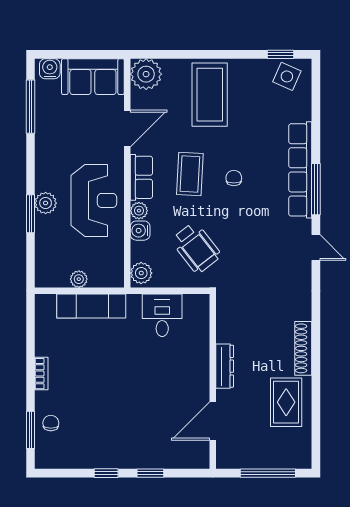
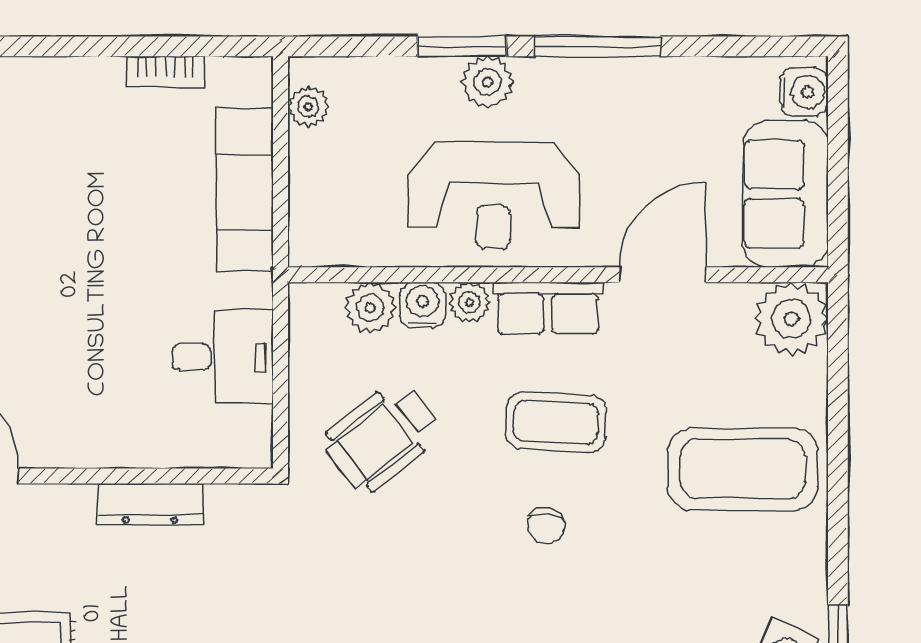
window: (30, 107) -> (598, 46), moved
door: (127, 129) -> (663, 275), swing flipped
chair: (234, 178) -> (546, 526), turned 100
plant: (141, 273) -> (370, 308), moved
plant: (79, 279) -> (308, 107), moved
dresser: (225, 366) -> (150, 504), moved
bookcase: (41, 374) -> (165, 72), moved

